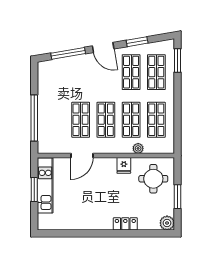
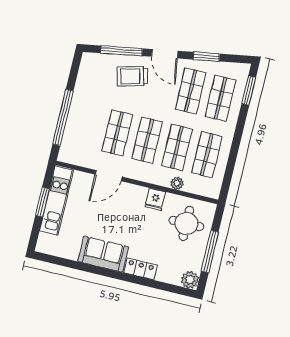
trolley: (82, 72) -> (132, 76), added
window: (177, 197) -> (210, 251), width x1.44
sofa: (93, 219) -> (103, 254), added

